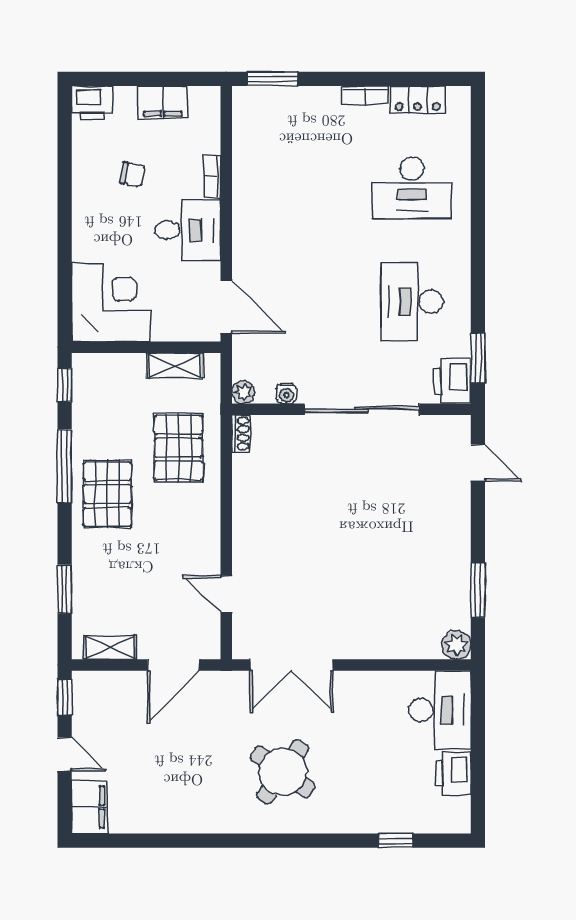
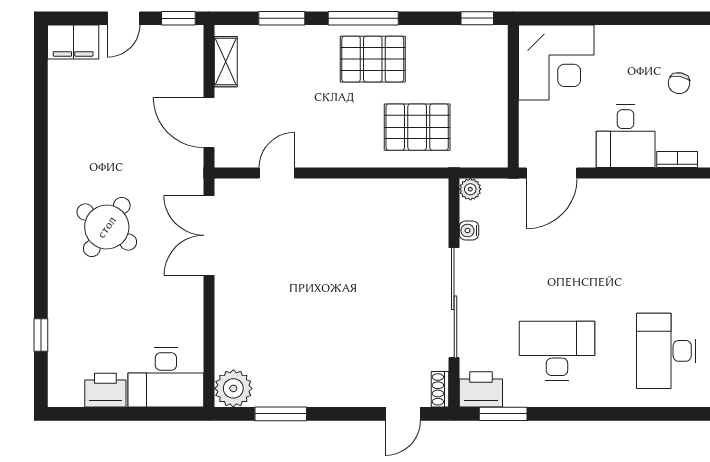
shelving: (174, 366) -> (496, 123), removed
shoe rack: (241, 433) -> (440, 389), moved, turned 90
window: (65, 466) -> (363, 18), moved
plant: (456, 645) -> (233, 388), width x1.36, depth x1.36

